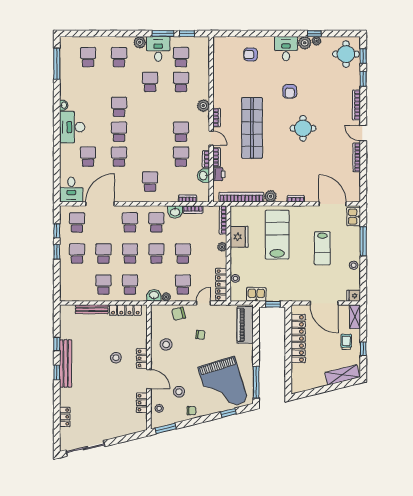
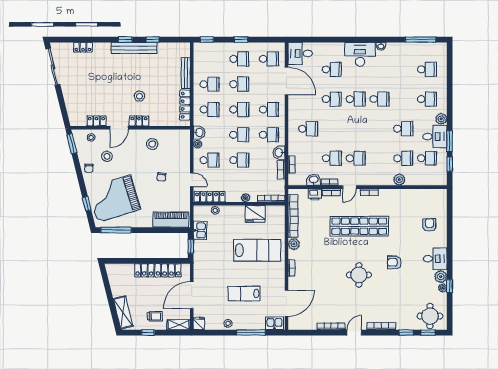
plant: (203, 106) -> (399, 180), moved
window: (57, 231) -> (207, 40), moved
chair: (179, 314) -> (182, 156), removed

